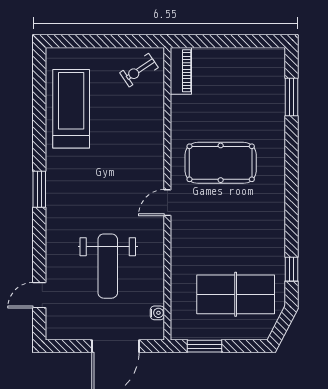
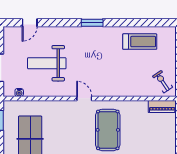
treadmill: (71, 109) -> (140, 42), width x0.73, depth x0.73
door: (39, 295) -> (30, 23), swing flipped

